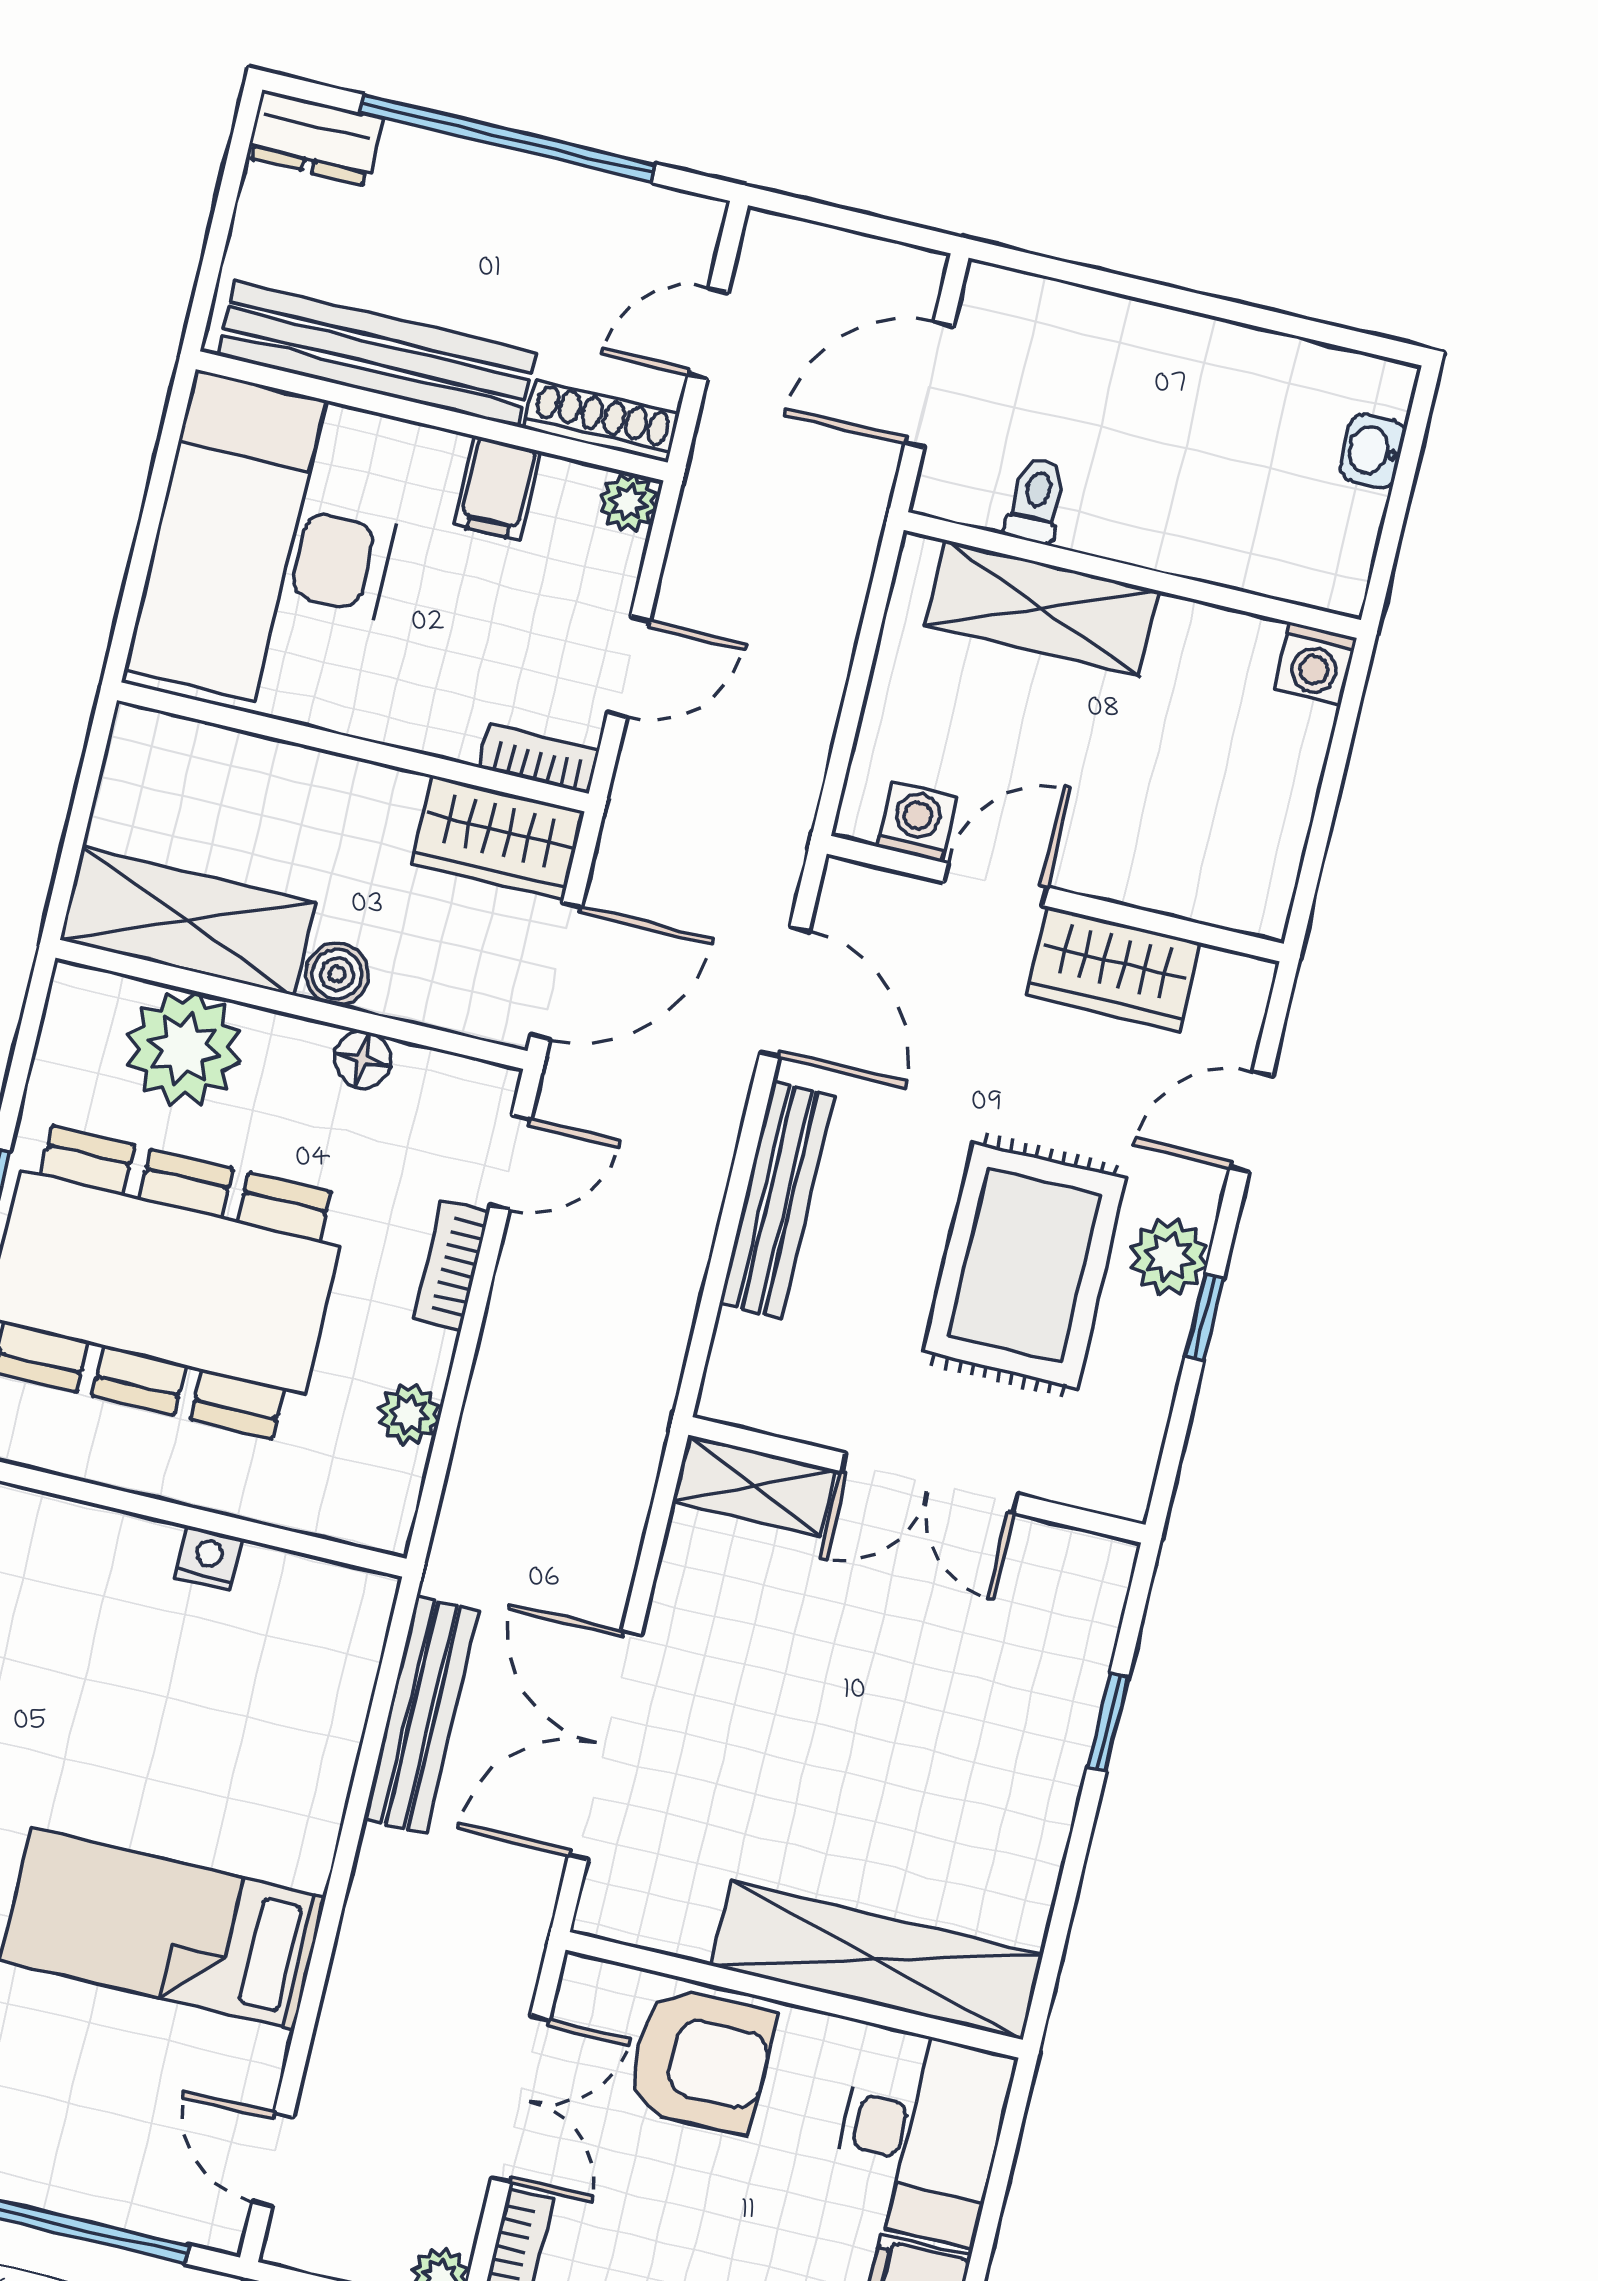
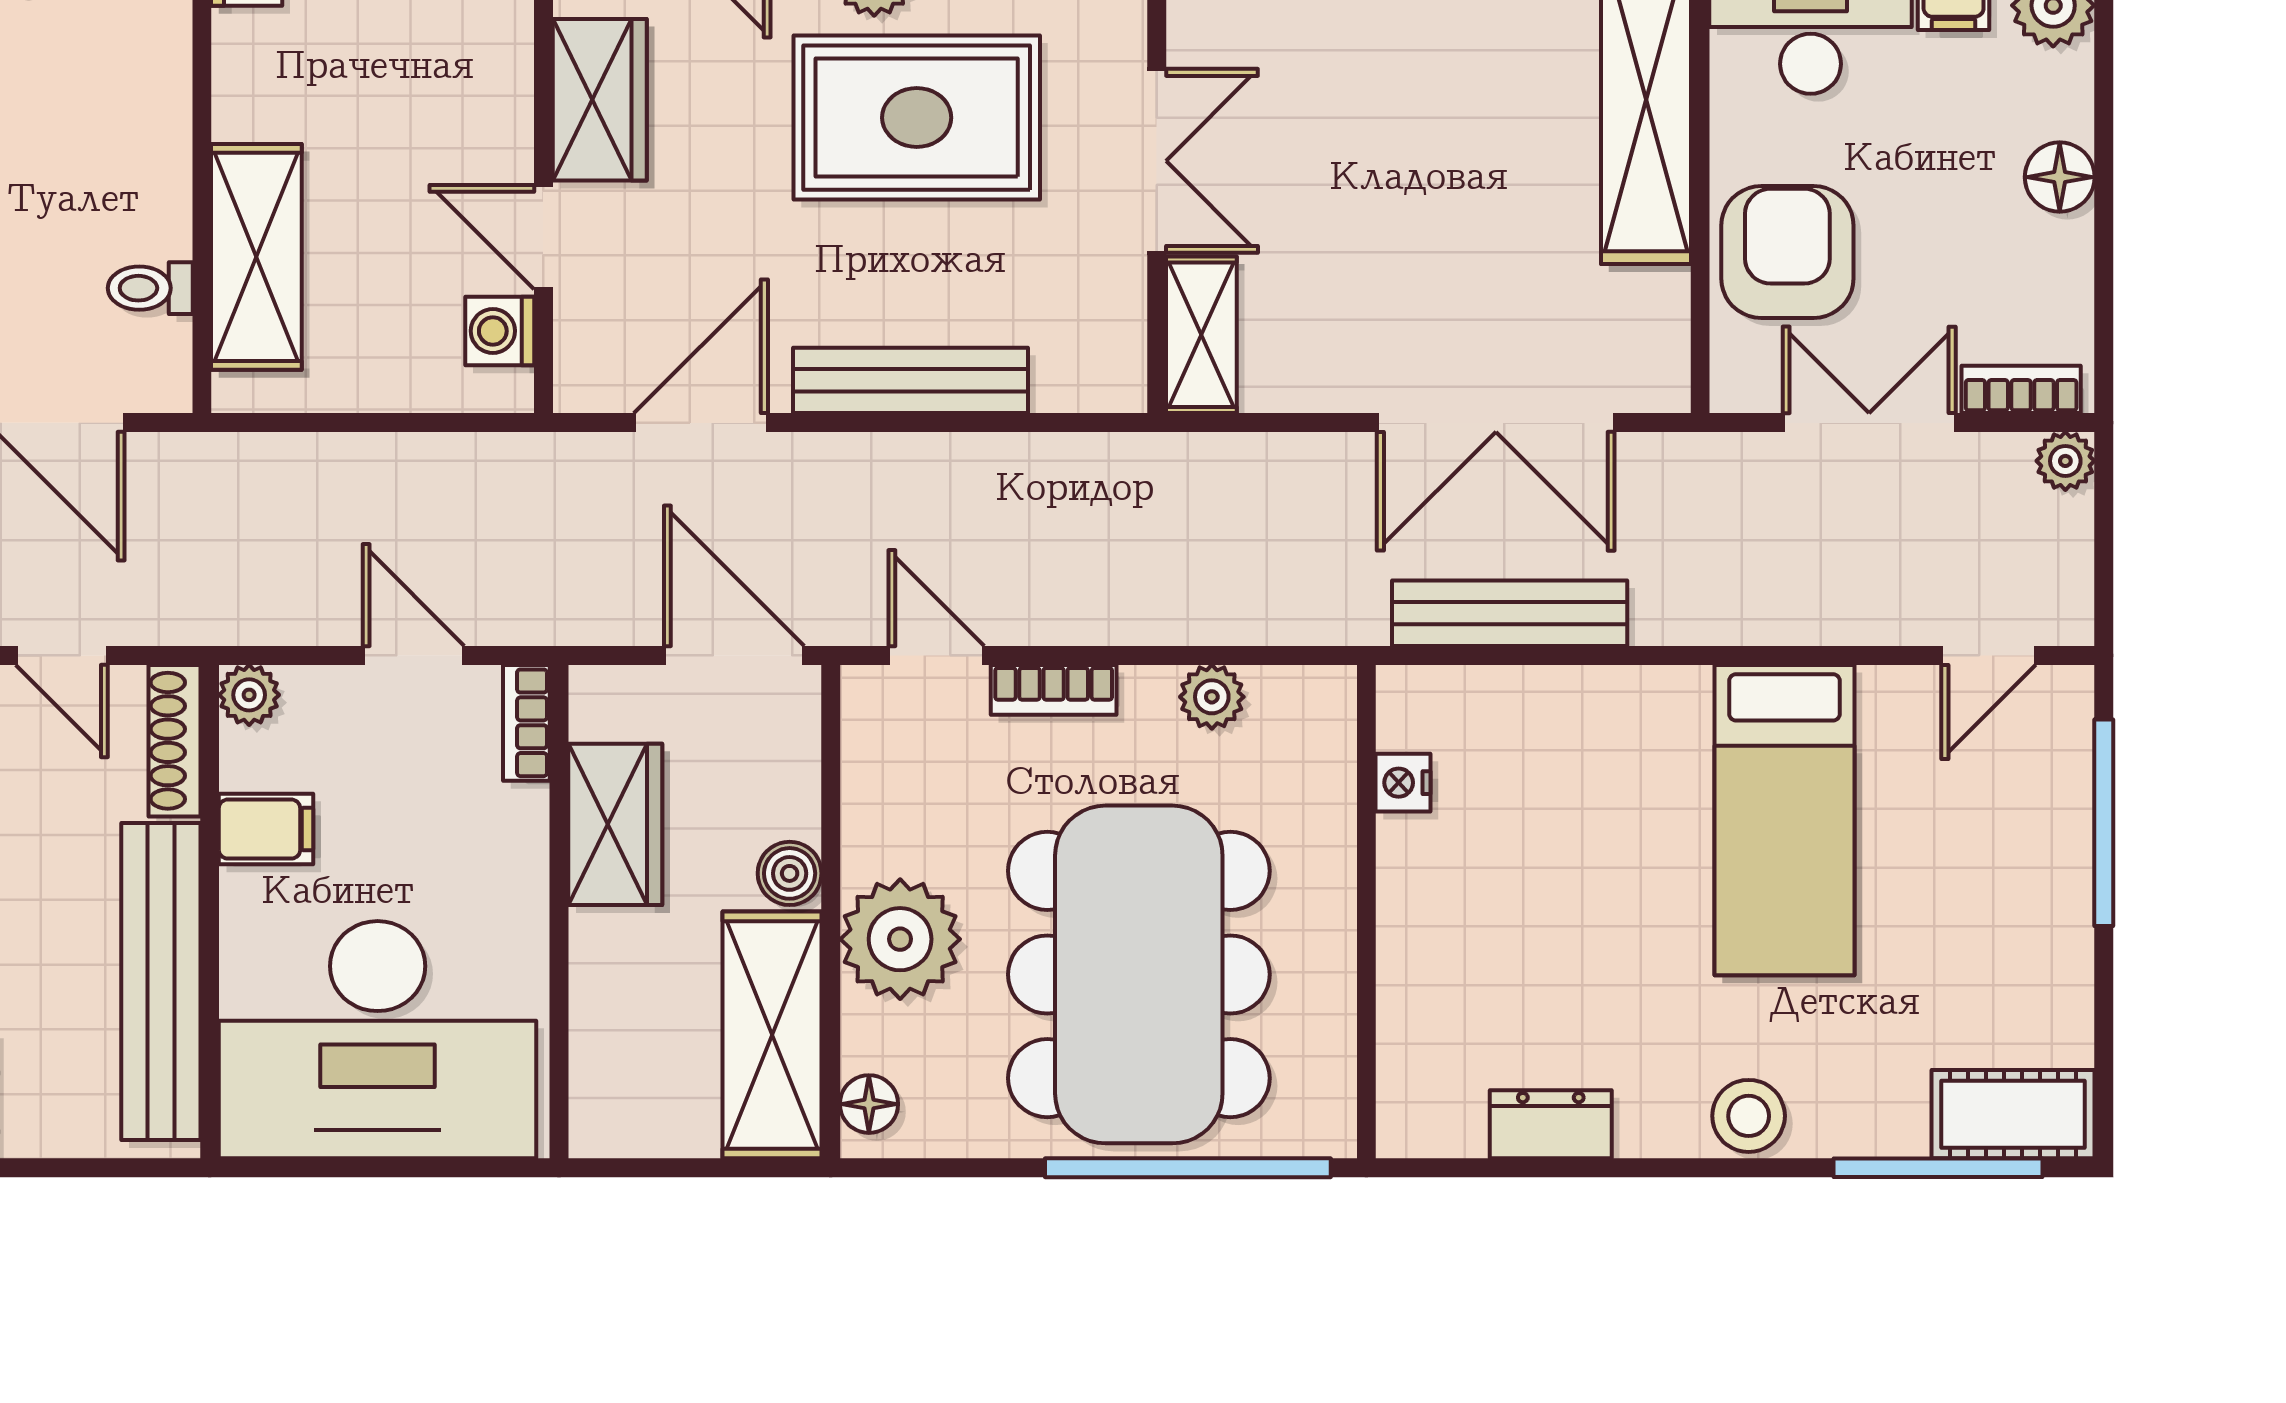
wardrobe: (498, 838) -> (615, 824), moved
plant: (184, 1048) -> (900, 939), moved
floor lamp: (363, 1060) -> (869, 1104), moved
nightstand: (208, 1558) -> (1403, 783), moved

